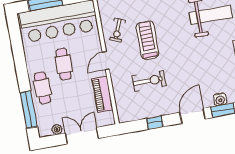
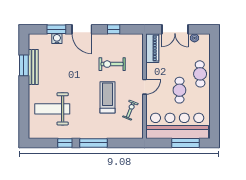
treadmill: (148, 40) -> (107, 97), turned 180
piano: (102, 94) -> (152, 48), moved
window: (29, 110) -> (215, 58), removed
door: (193, 116) -> (82, 29), hinge flipped

